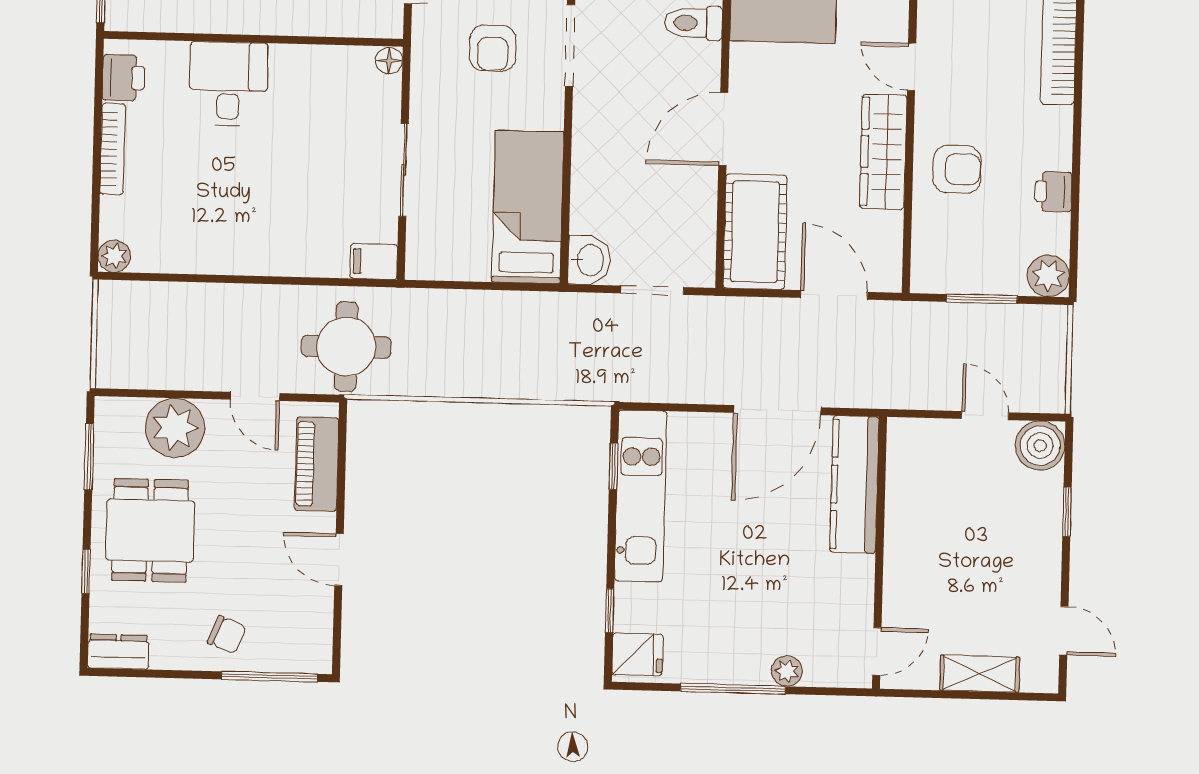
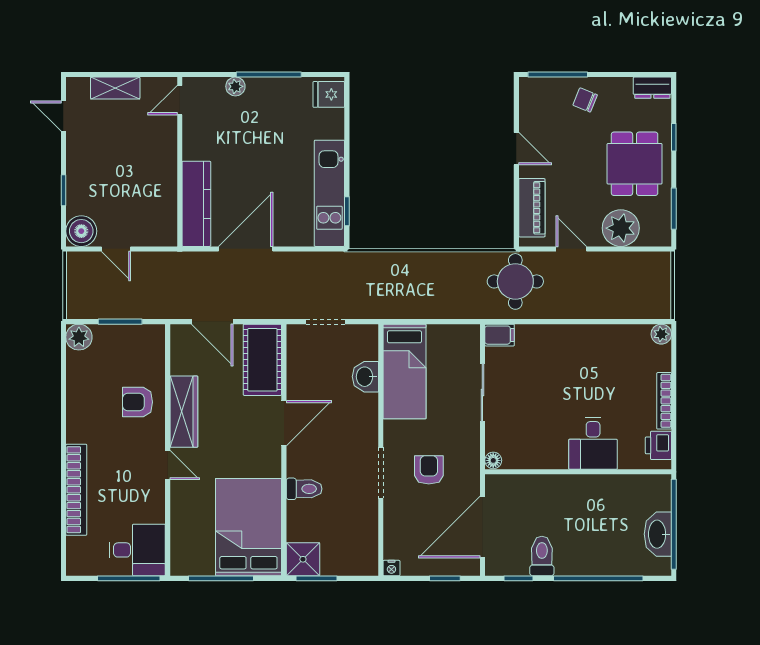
printer: (1053, 192) -> (77, 390), removed
washbasin: (589, 260) -> (365, 377), moved
window: (610, 611) -> (347, 121), removed

